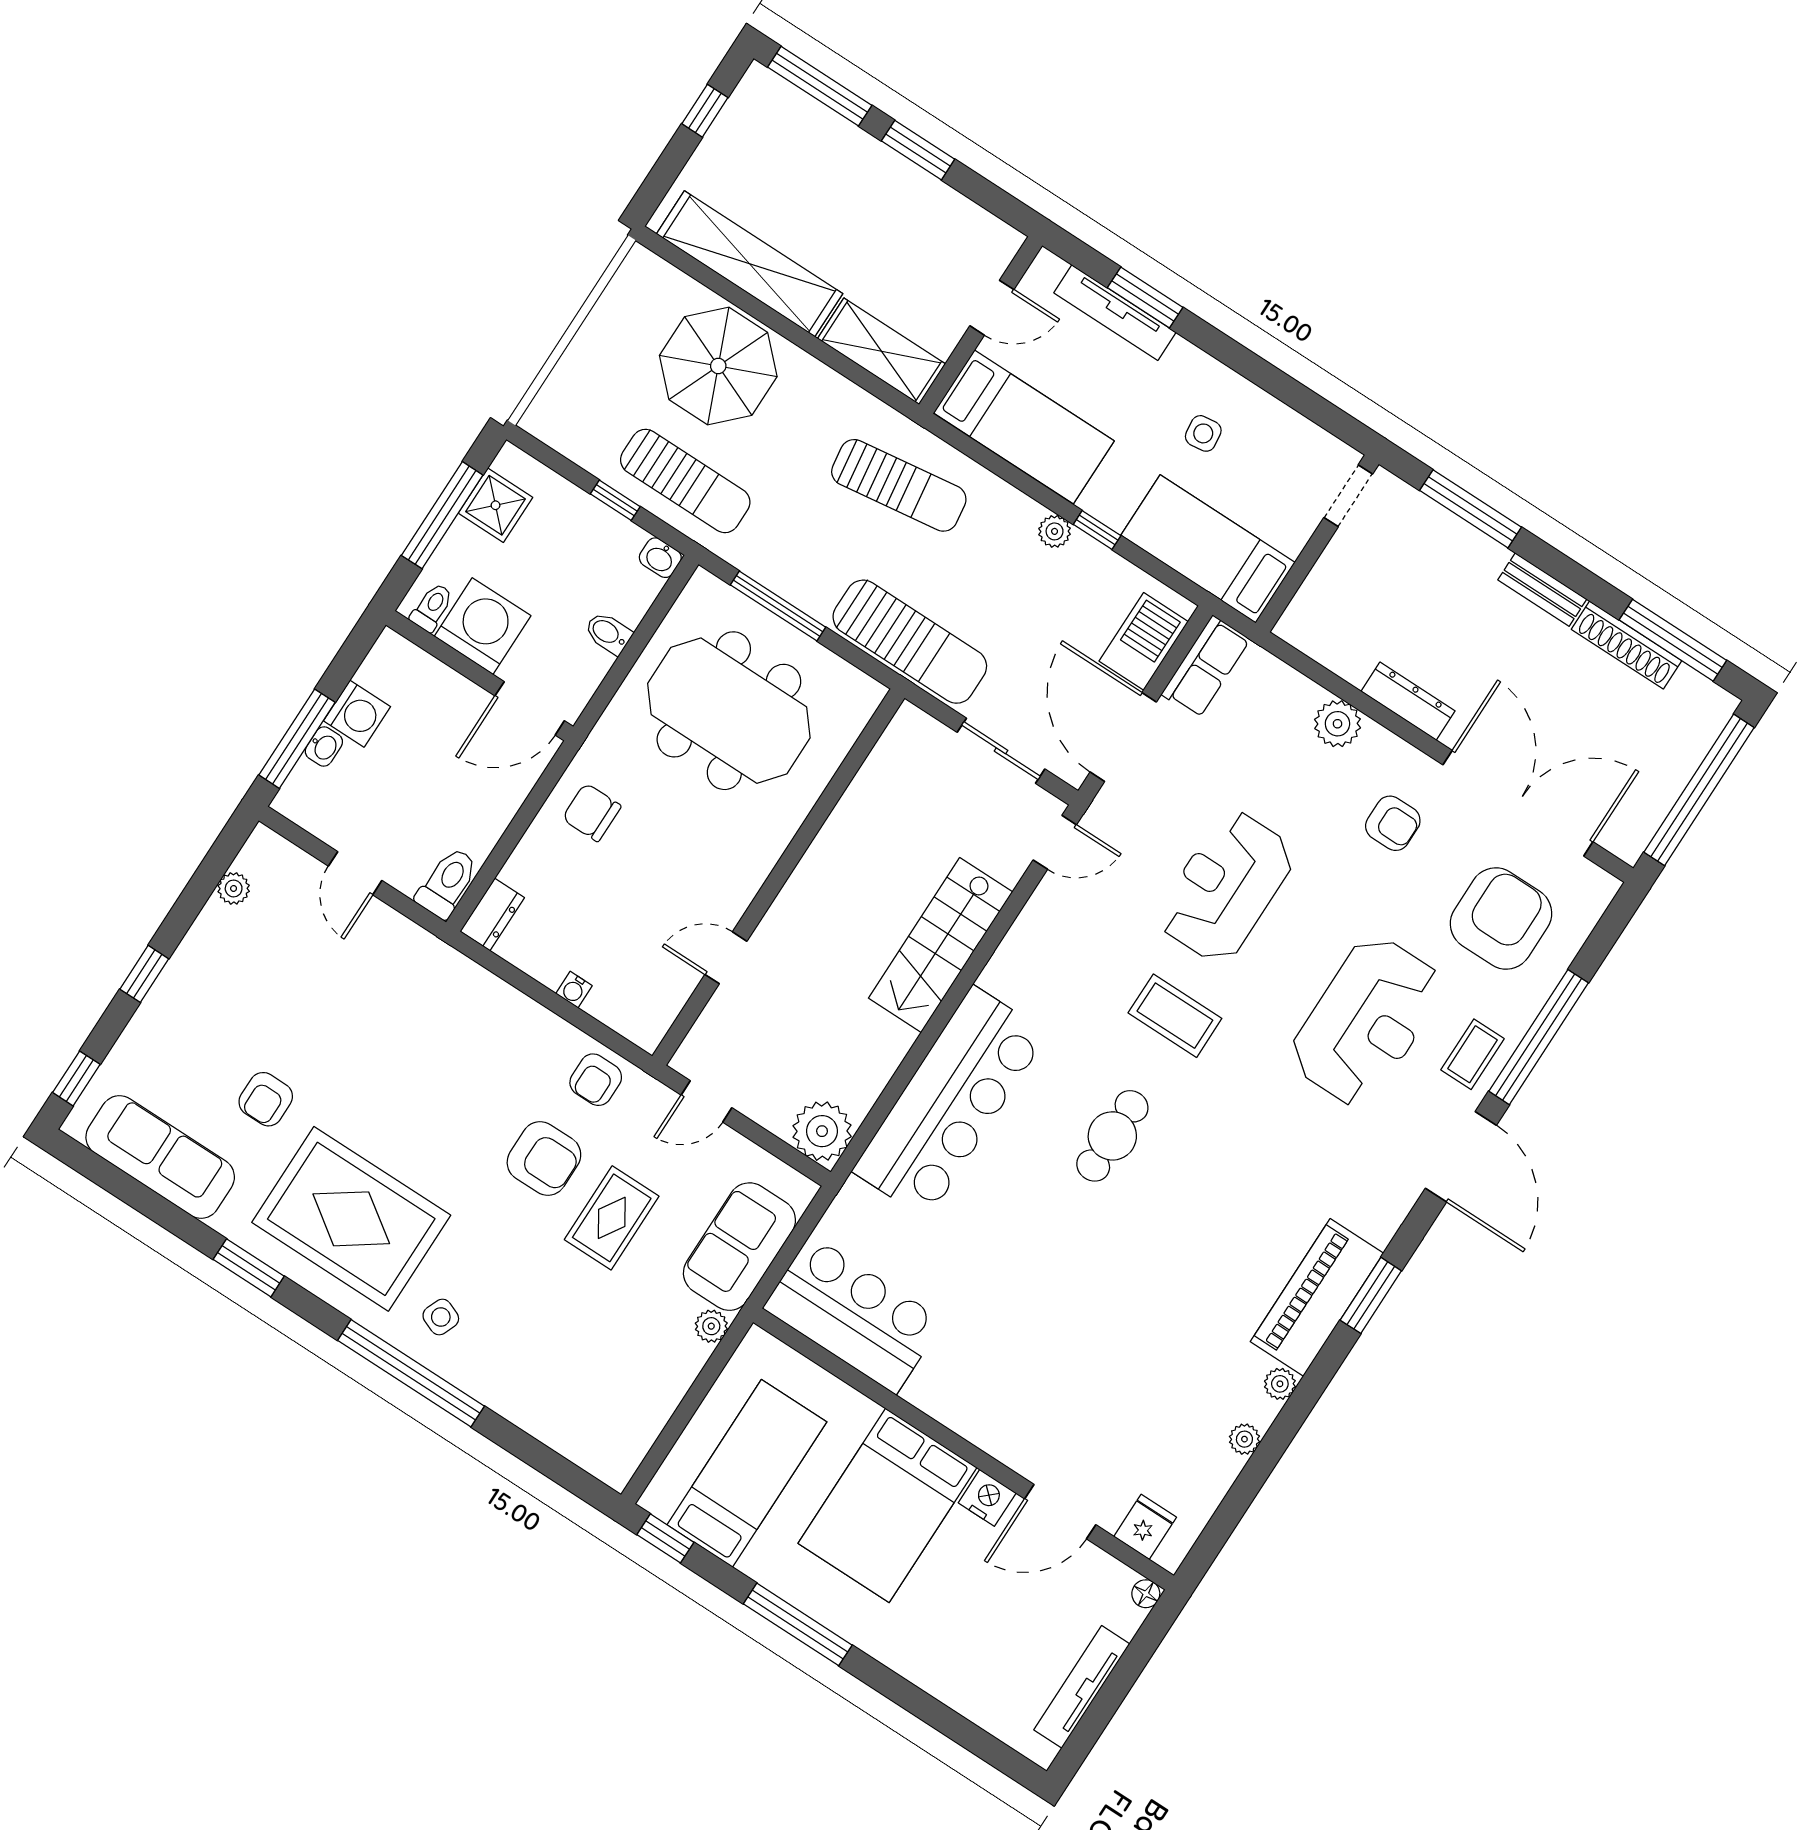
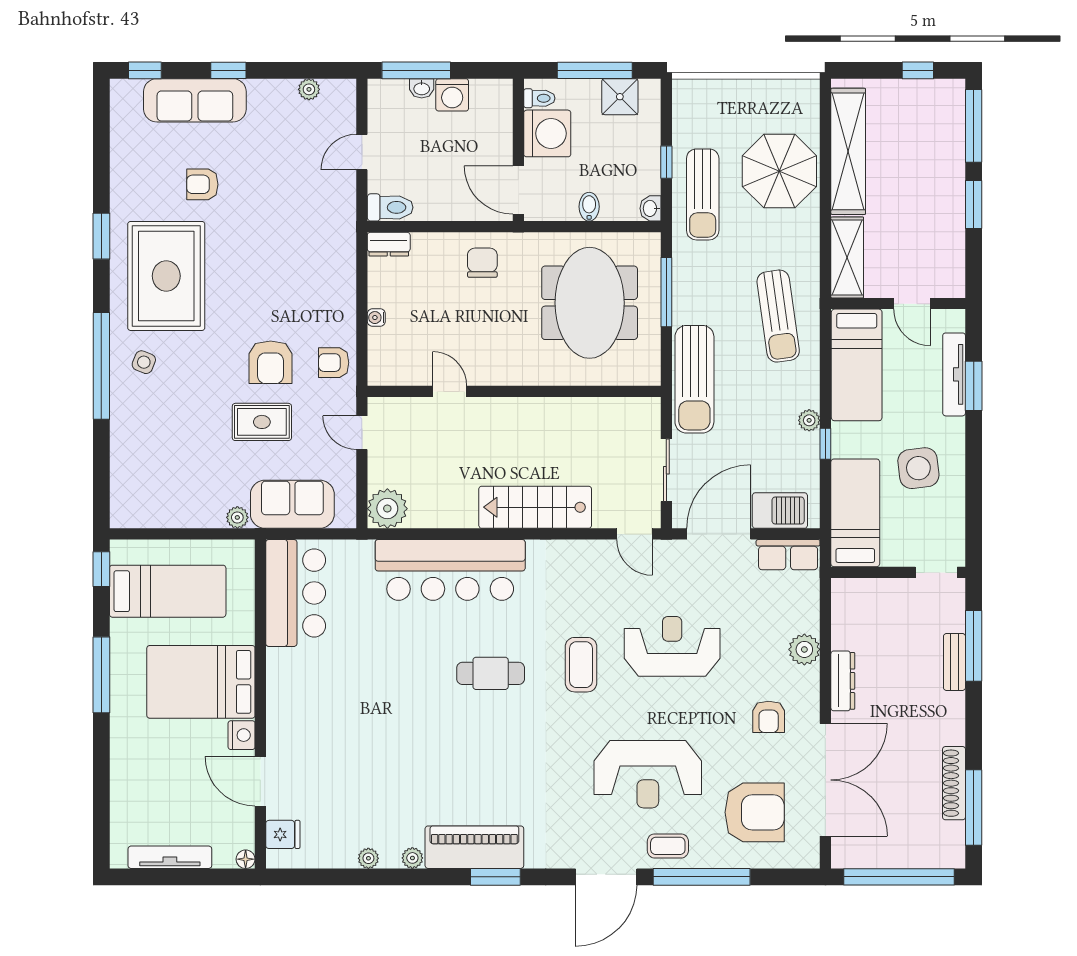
side table: (1203, 433) -> (918, 468), width x1.87, depth x1.87
bench: (1542, 589) -> (954, 662), moved
sofa: (160, 1157) -> (195, 100), moved, turned 90

